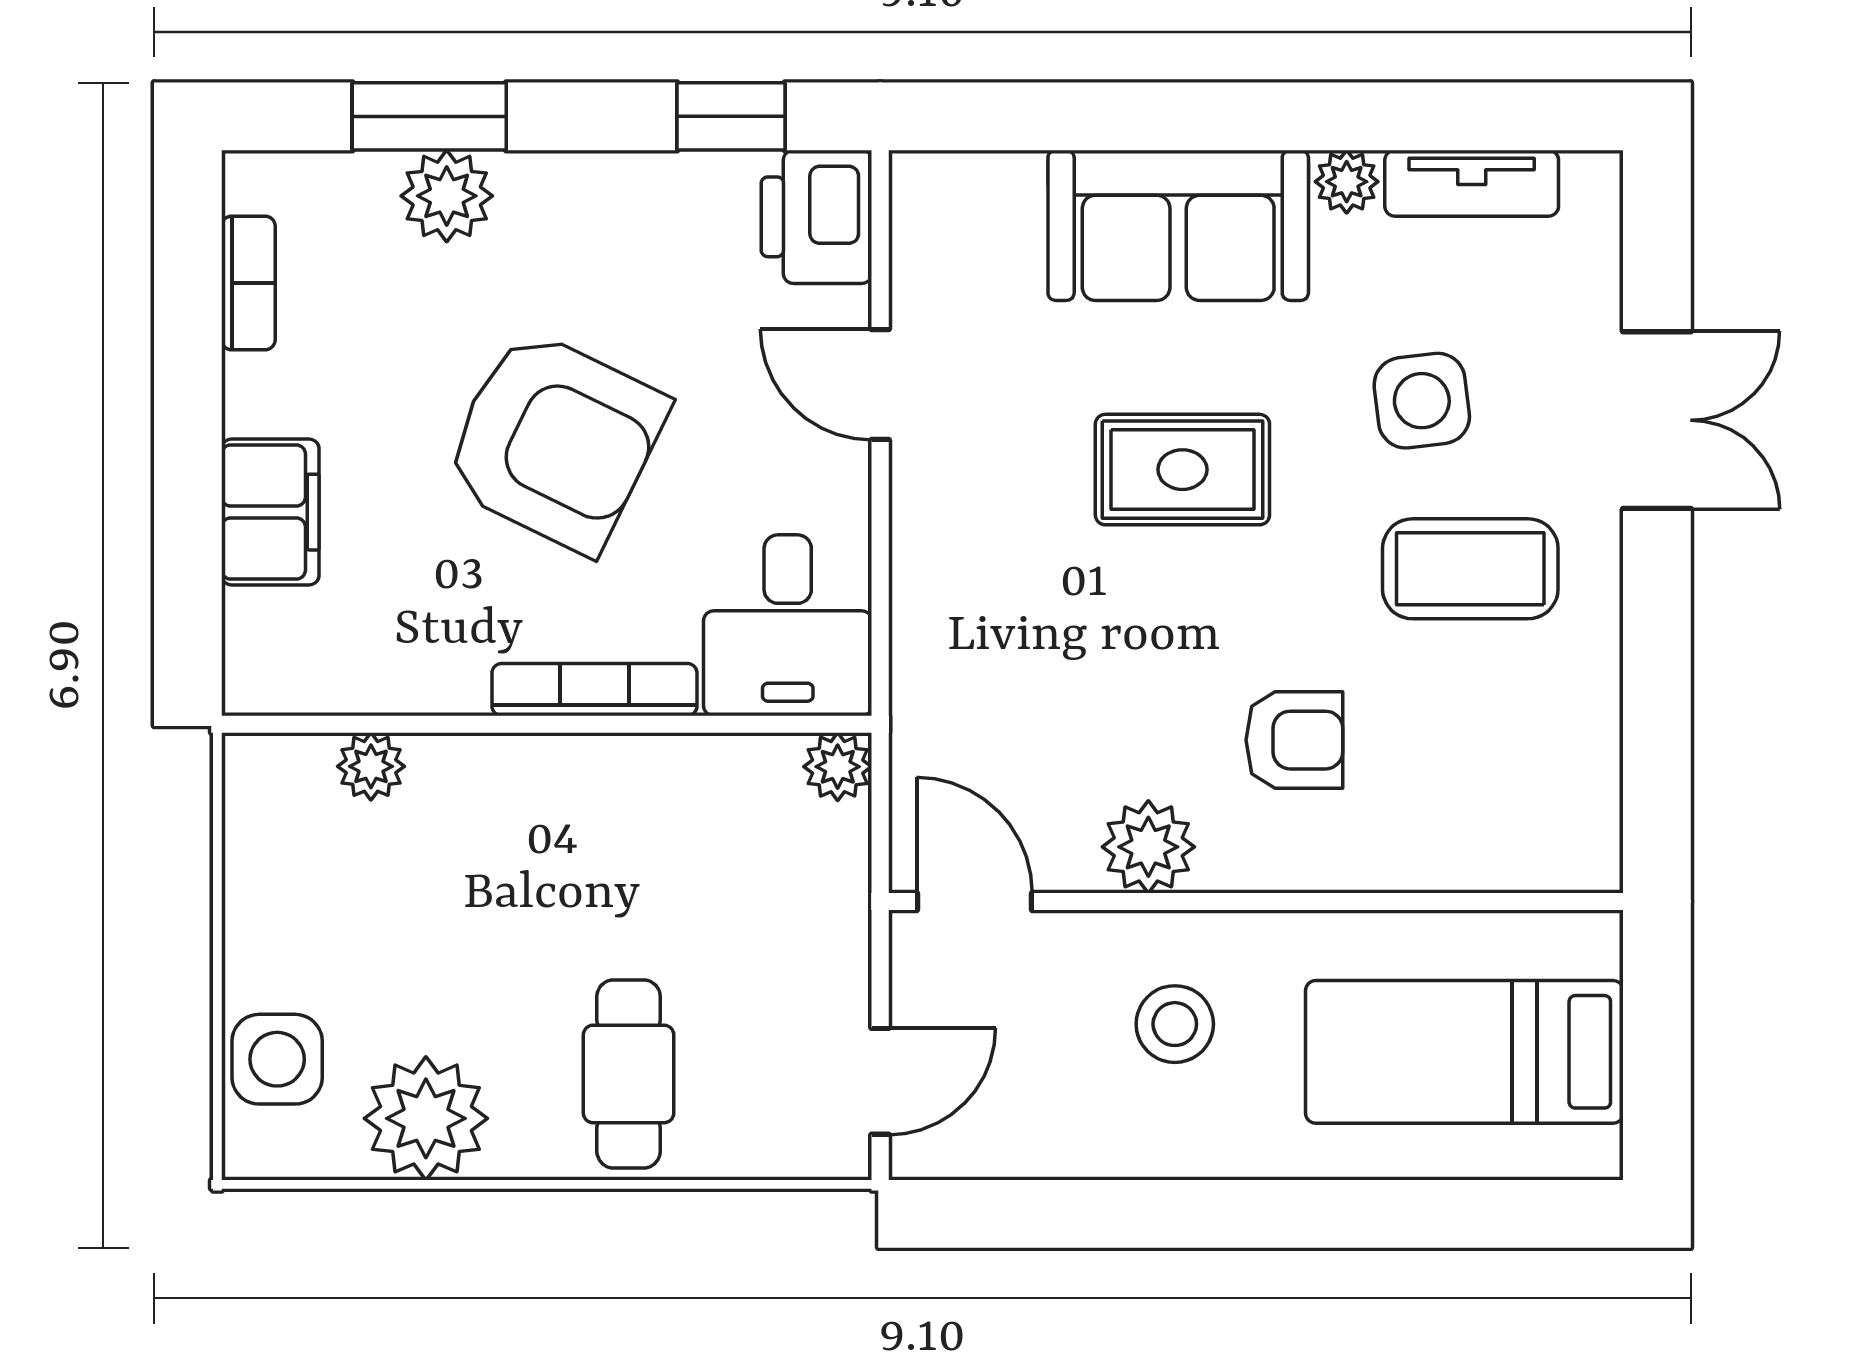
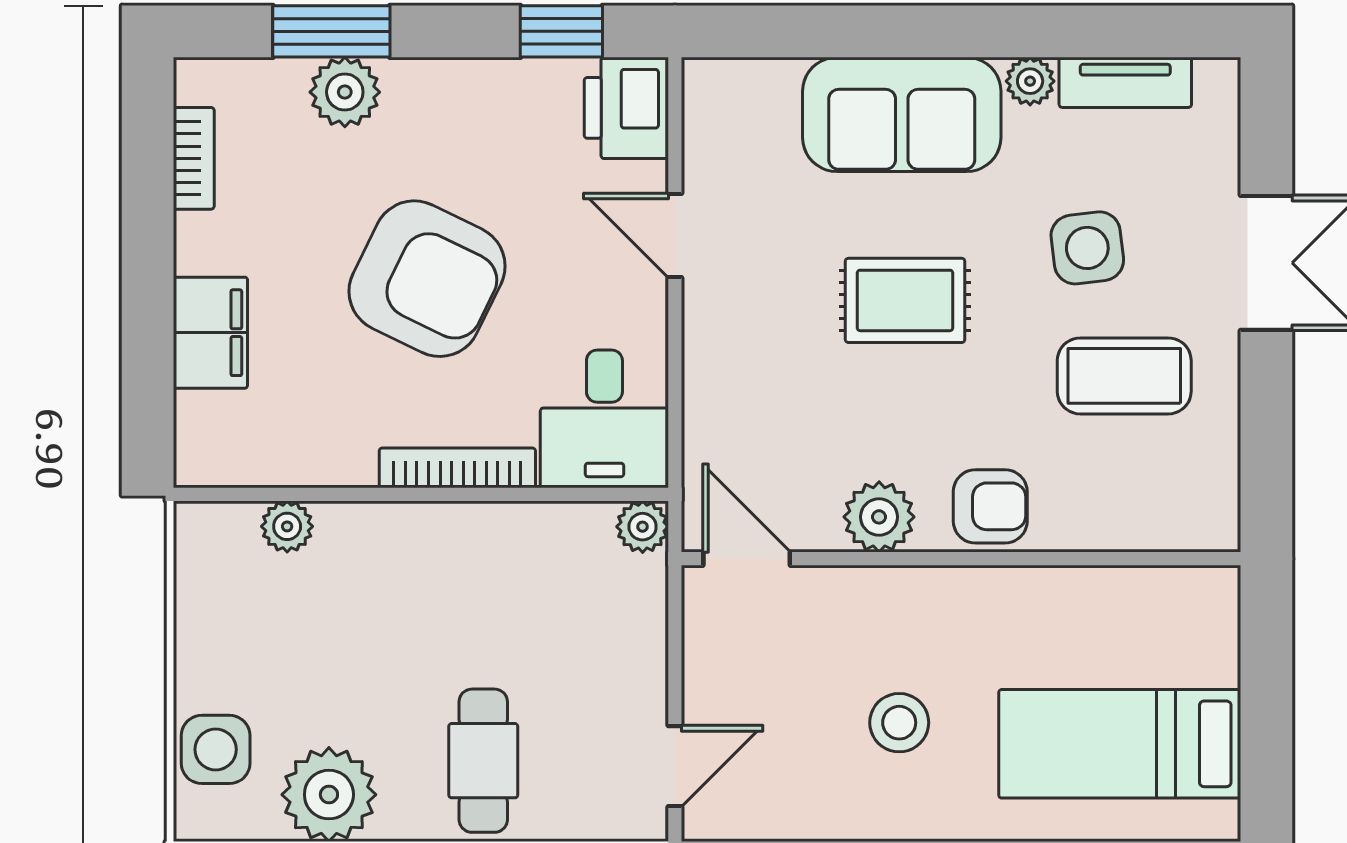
plant: (1148, 847) -> (879, 517), moved
door: (974, 902) -> (747, 559), moved
wall: (1256, 902) -> (961, 559), moved

